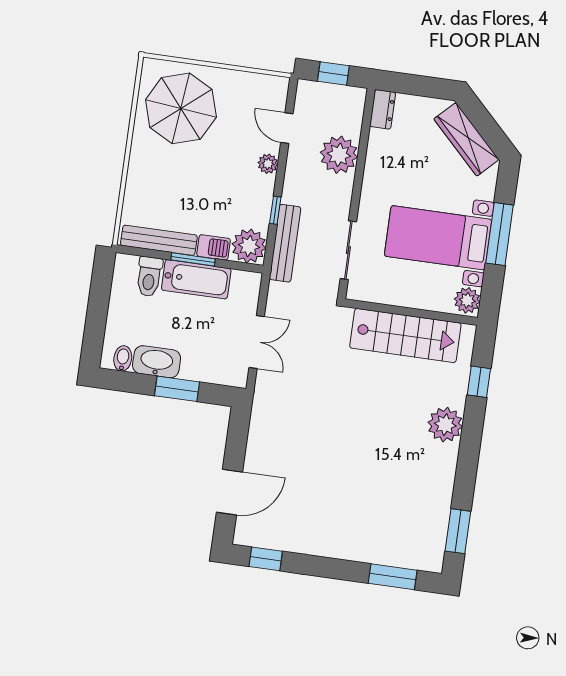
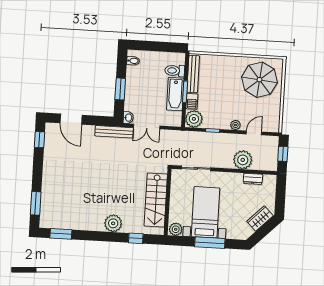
dresser: (383, 109) -> (253, 179), moved
wardrobe: (466, 139) -> (260, 218), width x0.67
bench: (285, 243) -> (114, 132), moved
washbasin: (157, 362) -> (128, 118), moved, width x0.52, depth x0.69

